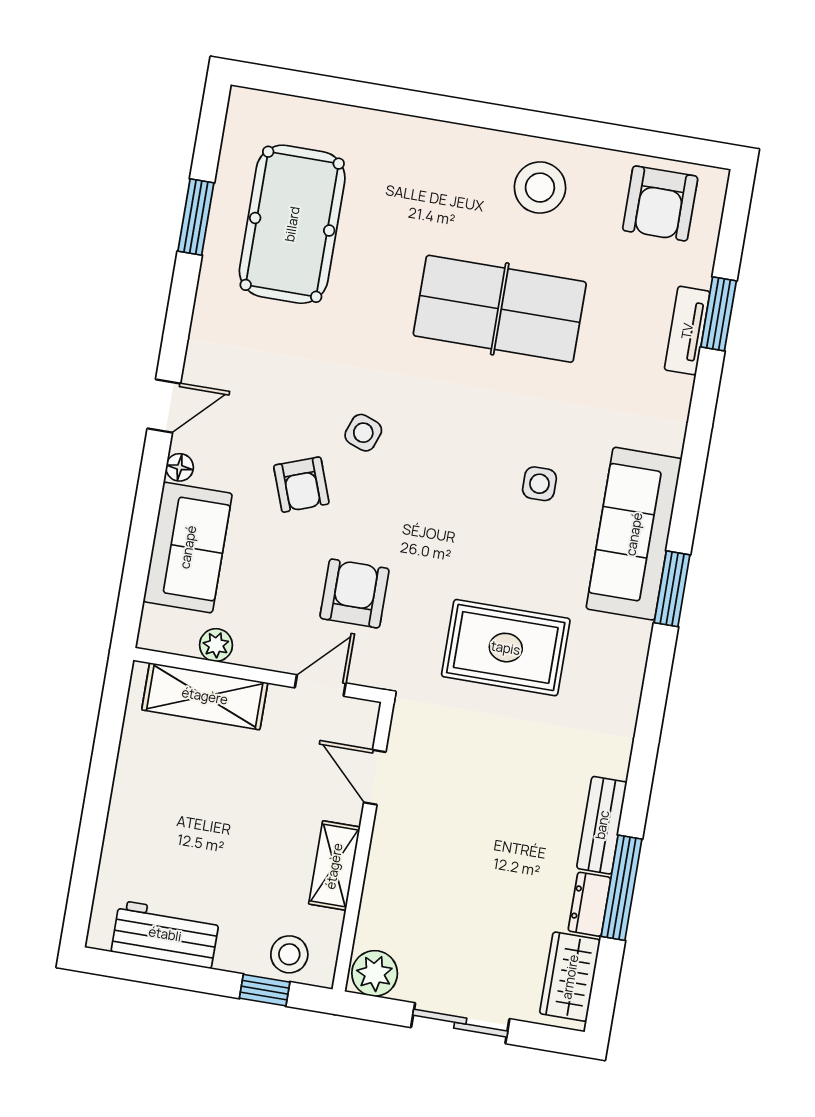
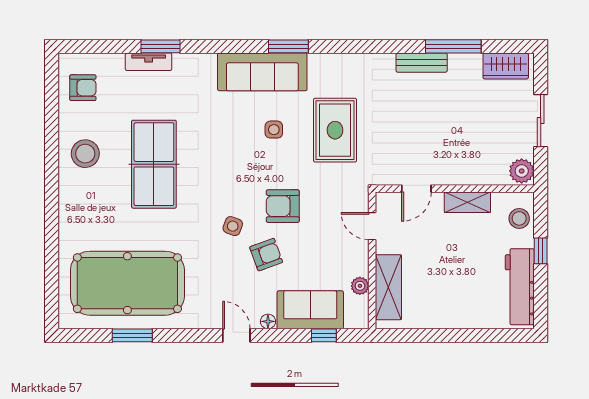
armchair: (660, 203) -> (83, 88), width x0.72, depth x0.72
pool table: (292, 224) -> (127, 283), width x1.36, depth x1.32
window: (719, 314) -> (161, 46), moved
side table: (539, 484) -> (274, 130), moved
window: (137, 564) -> (324, 335), added
armchair: (355, 593) -> (283, 206), moved
dresser: (589, 904) -> (465, 62), removed
workbench: (165, 934) -> (520, 287), width x1.38
window: (265, 990) -> (541, 251), moved

